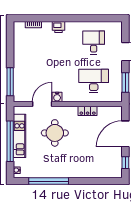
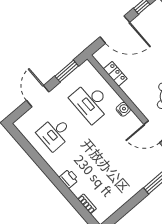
water cooler: (57, 97) -> (123, 109), moved
locker: (88, 111) -> (115, 74), moved

